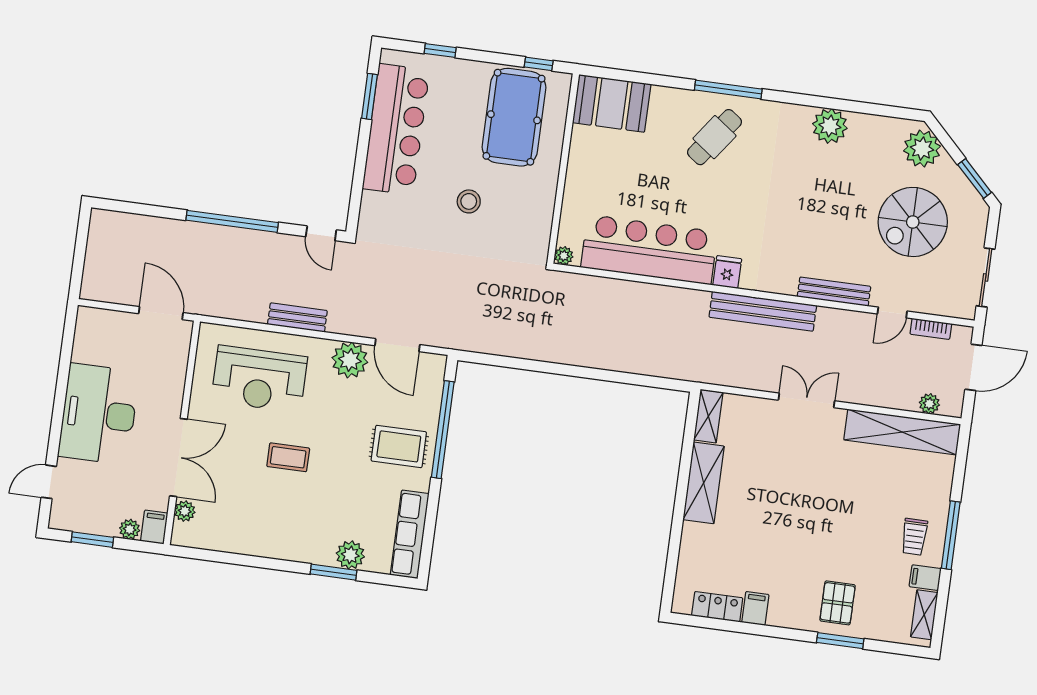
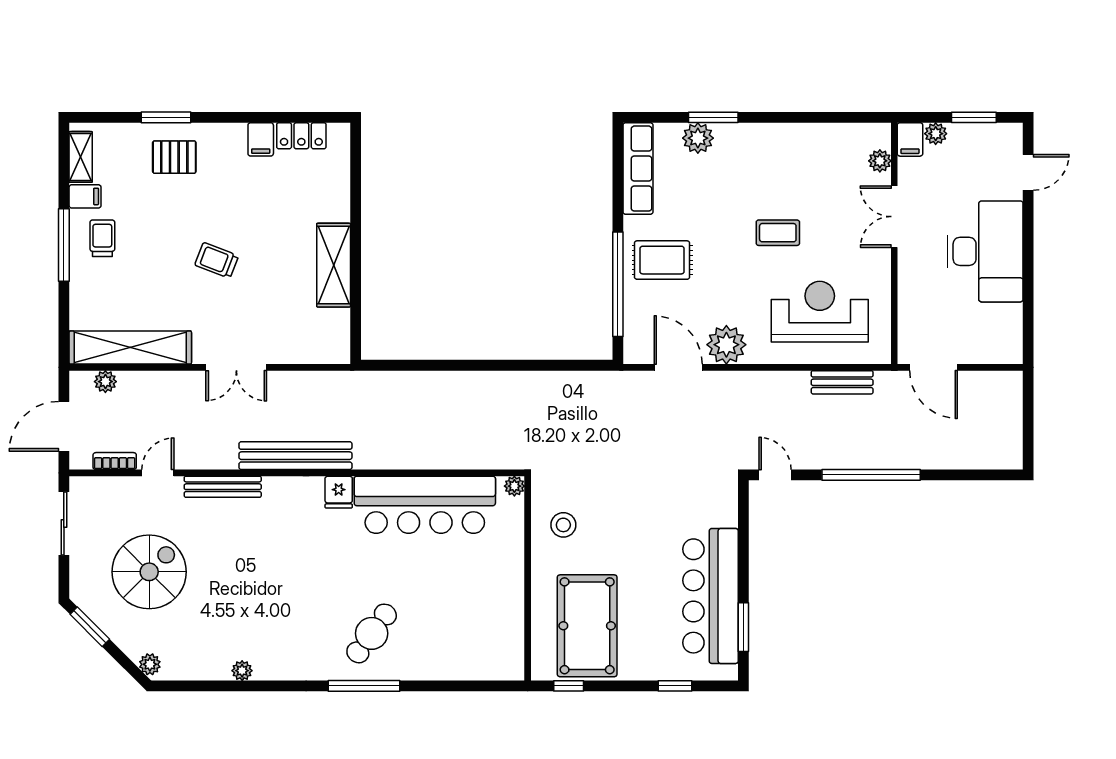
booth: (612, 103) -> (485, 655), removed
plant: (830, 126) -> (242, 671), width x0.53, depth x0.53
plant: (922, 149) -> (150, 664), width x0.53, depth x0.53
stool: (469, 201) -> (563, 525), moved
bench: (297, 318) -> (842, 382), moved
shelving: (708, 416) -> (338, 336), removed
double door: (178, 458) -> (894, 217), width x0.73
trolley: (811, 502) -> (217, 260), added
pallet: (838, 603) -> (174, 157), turned 90

